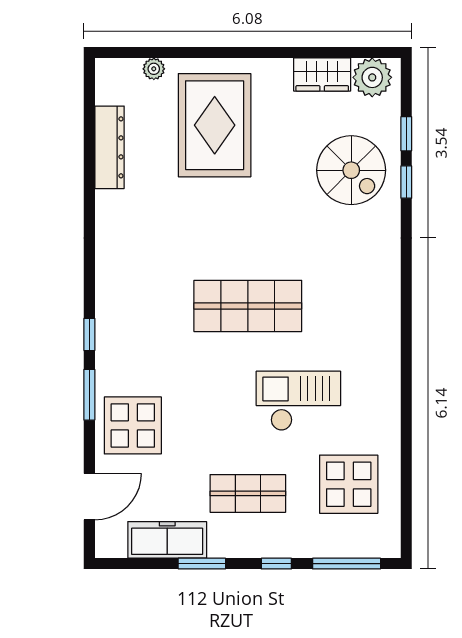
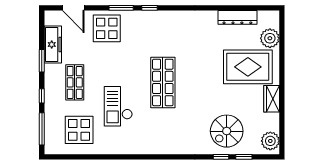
plant: (154, 69) -> (270, 38), width x1.87, depth x1.87
wardrobe: (322, 75) -> (272, 99), moved
checkout: (298, 401) -> (118, 106), turned 180

